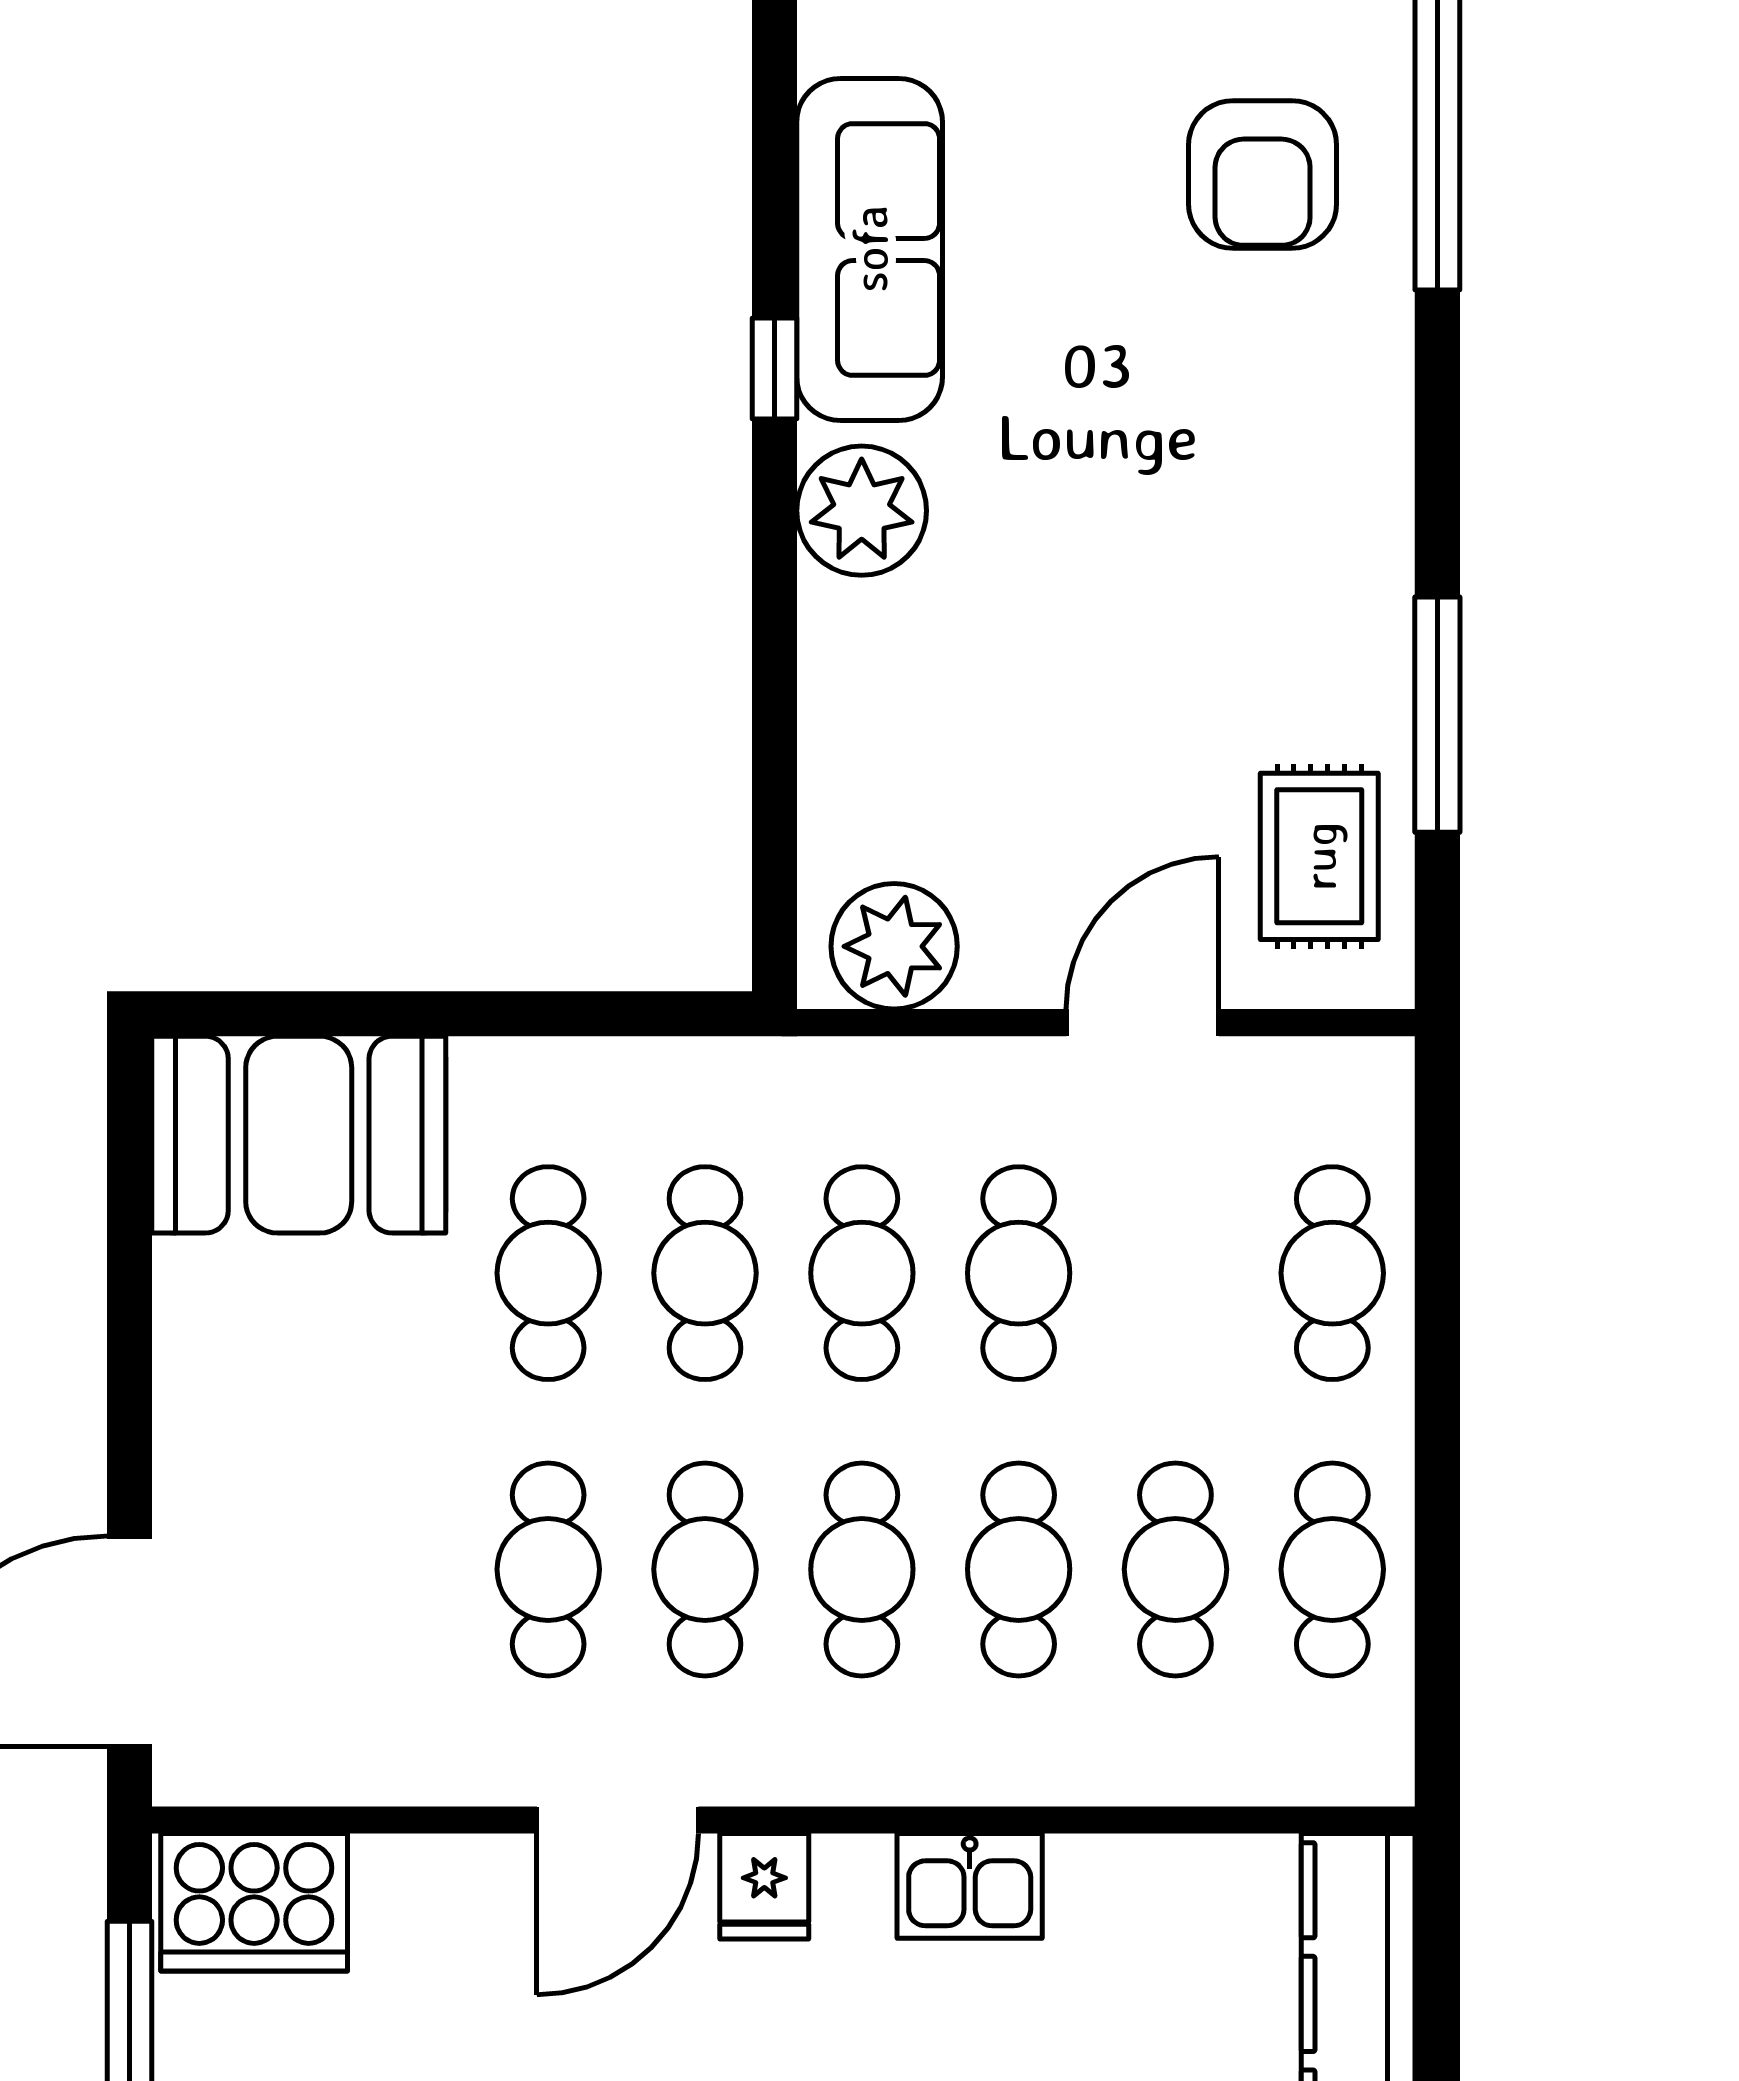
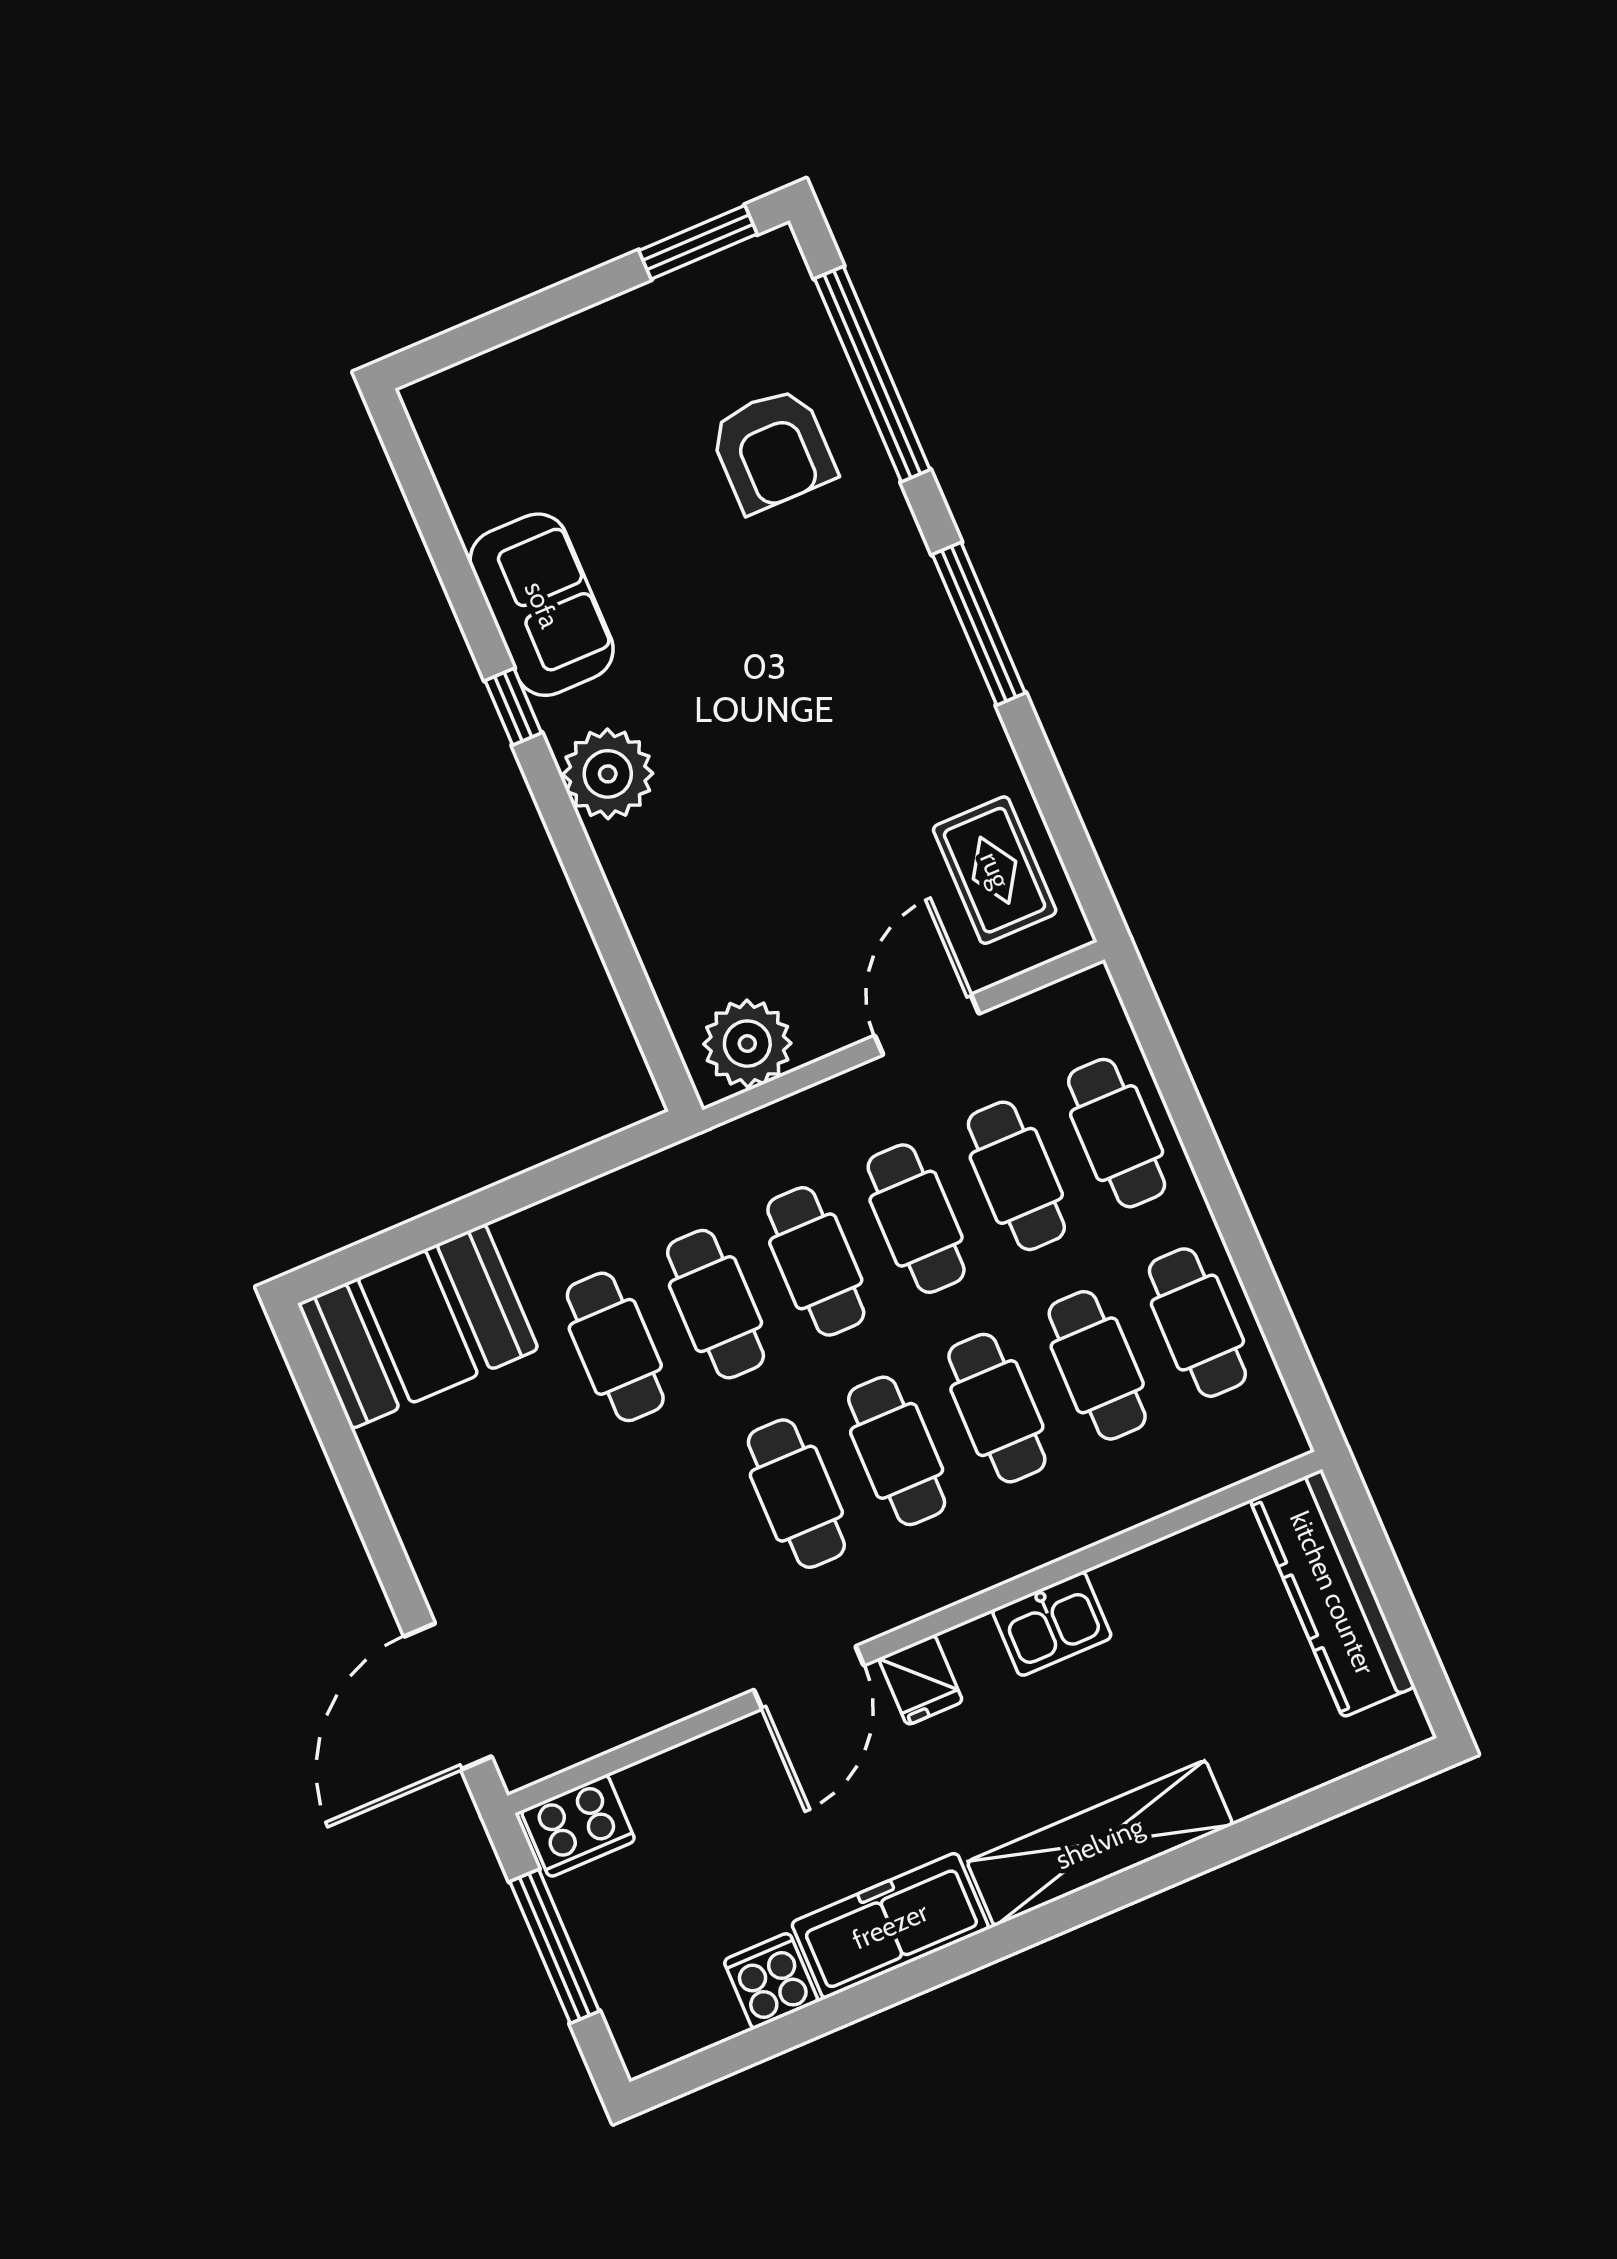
sofa: (870, 249) -> (542, 605), width x0.73
window: (1437, 715) -> (979, 624), moved
cafe table: (548, 1569) -> (1016, 1176), moved
cooker: (254, 1902) -> (578, 1826), width x0.73, depth x0.76

